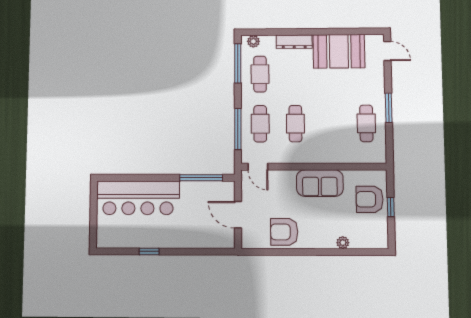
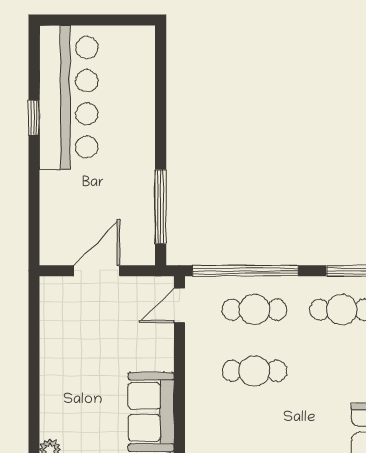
window: (238, 129) -> (245, 271), width x1.46
bar counter: (138, 198) -> (69, 97), moved, turned 180
armchair: (284, 232) -> (68, 350), removed

